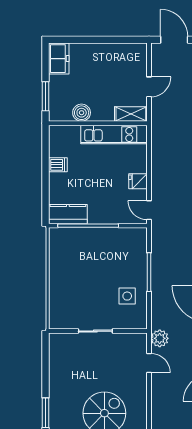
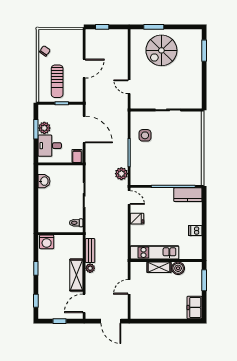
shelving: (131, 114) -> (159, 267), moved
plant: (160, 338) -> (121, 174), moved

